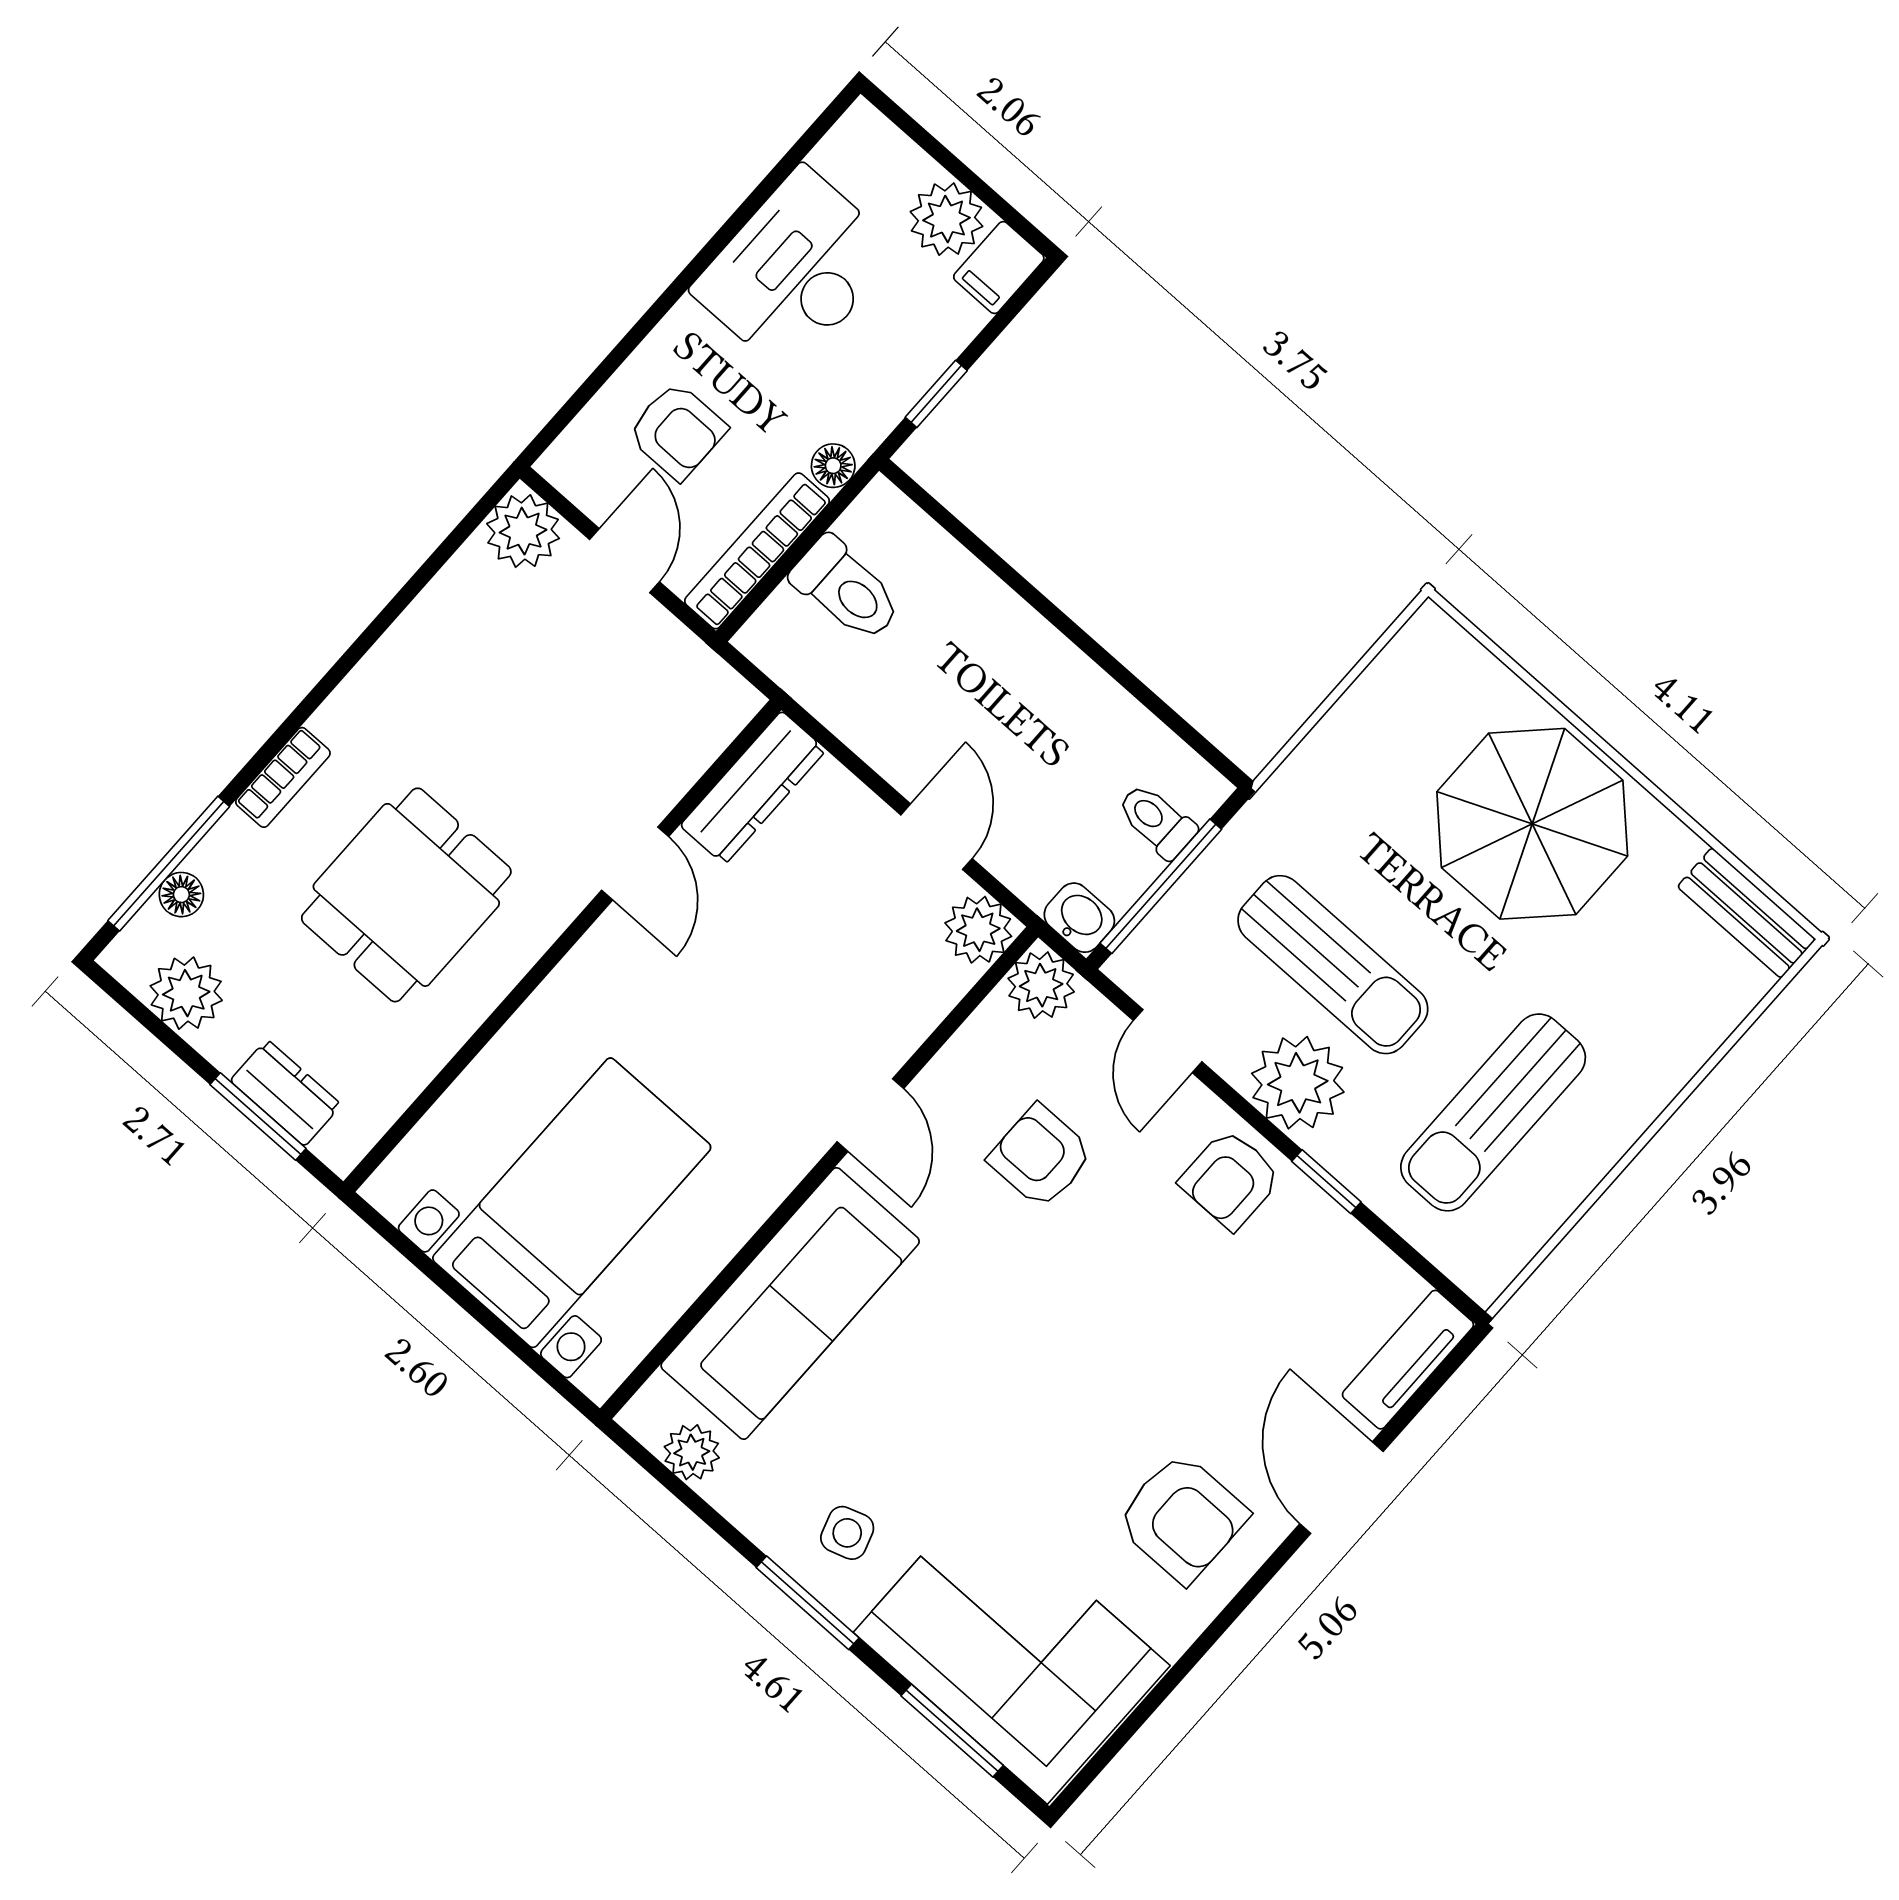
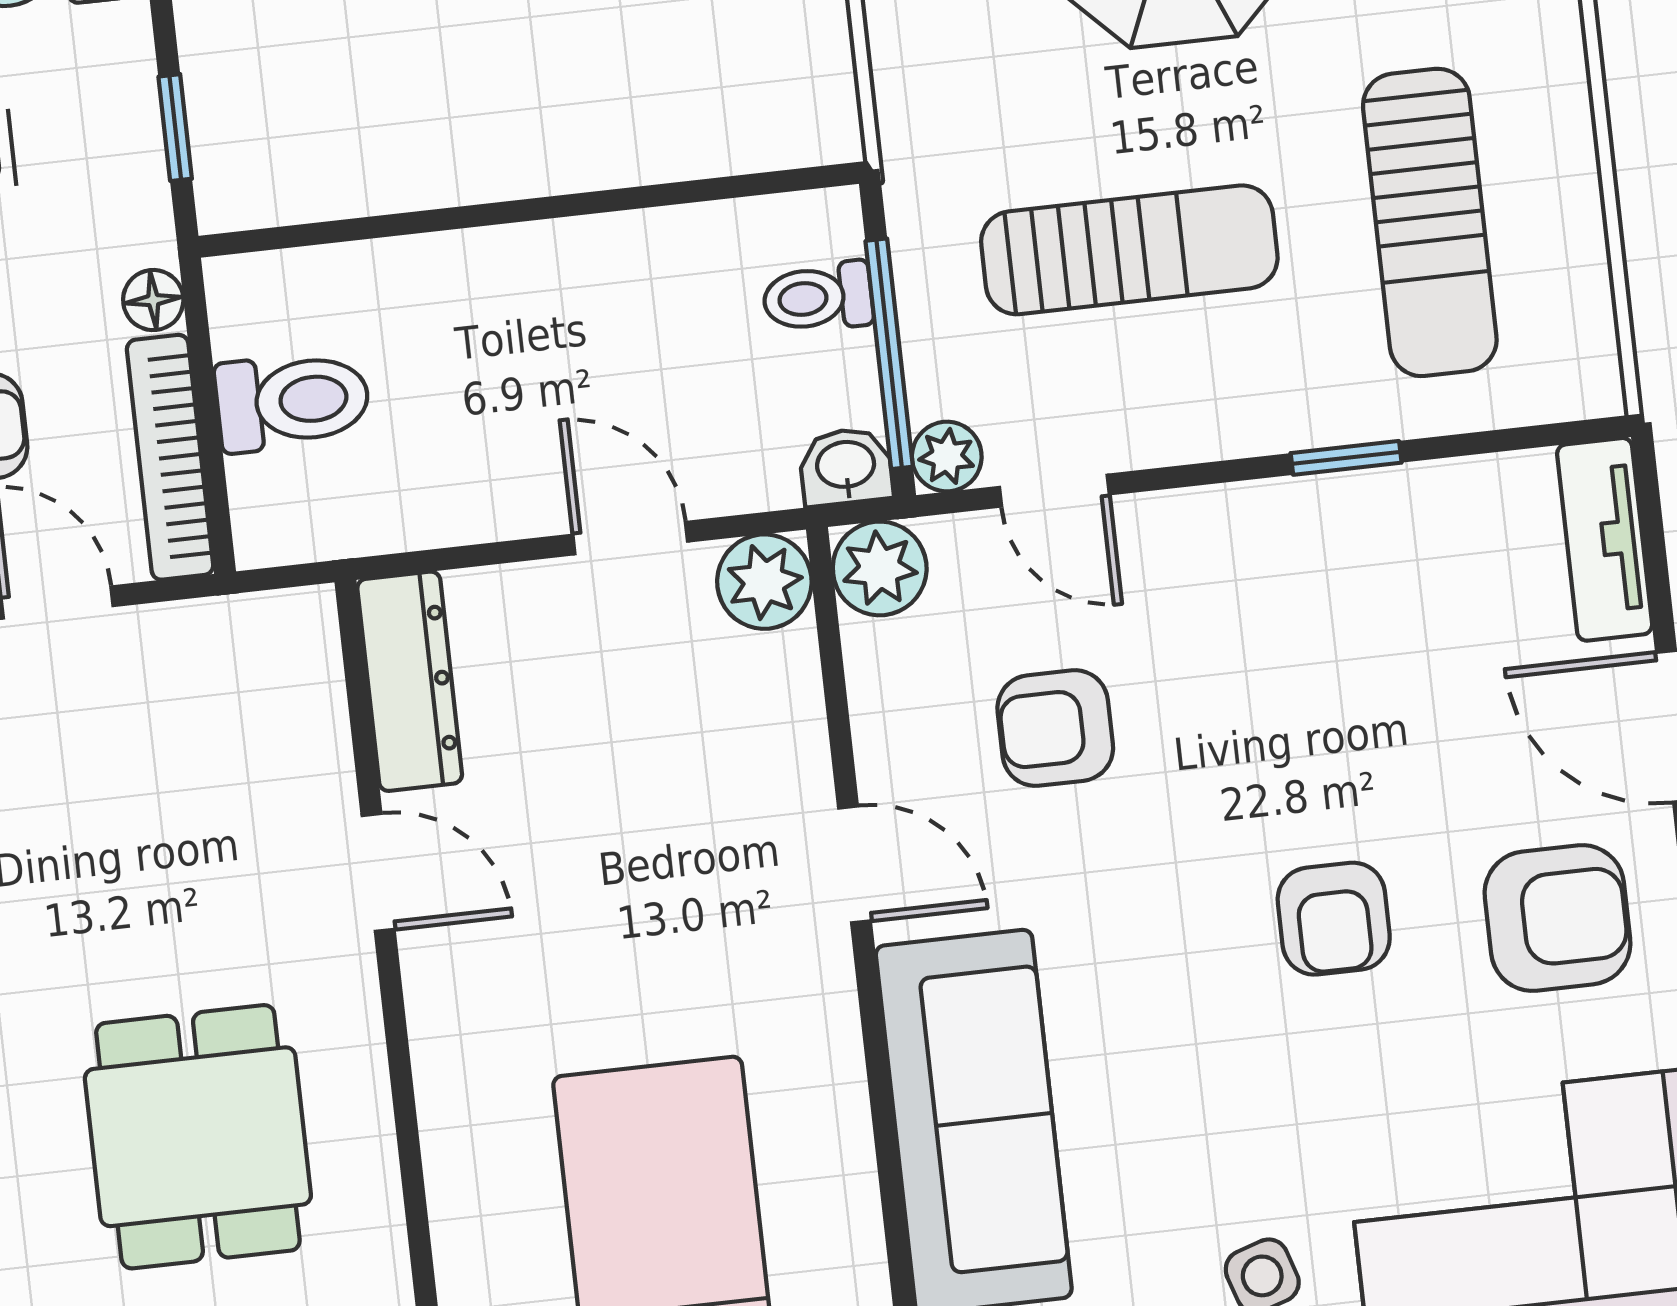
plant: (1298, 1083) -> (947, 457), moved, width x0.53, depth x0.53
armchair: (1230, 1179) -> (1334, 919), moved

